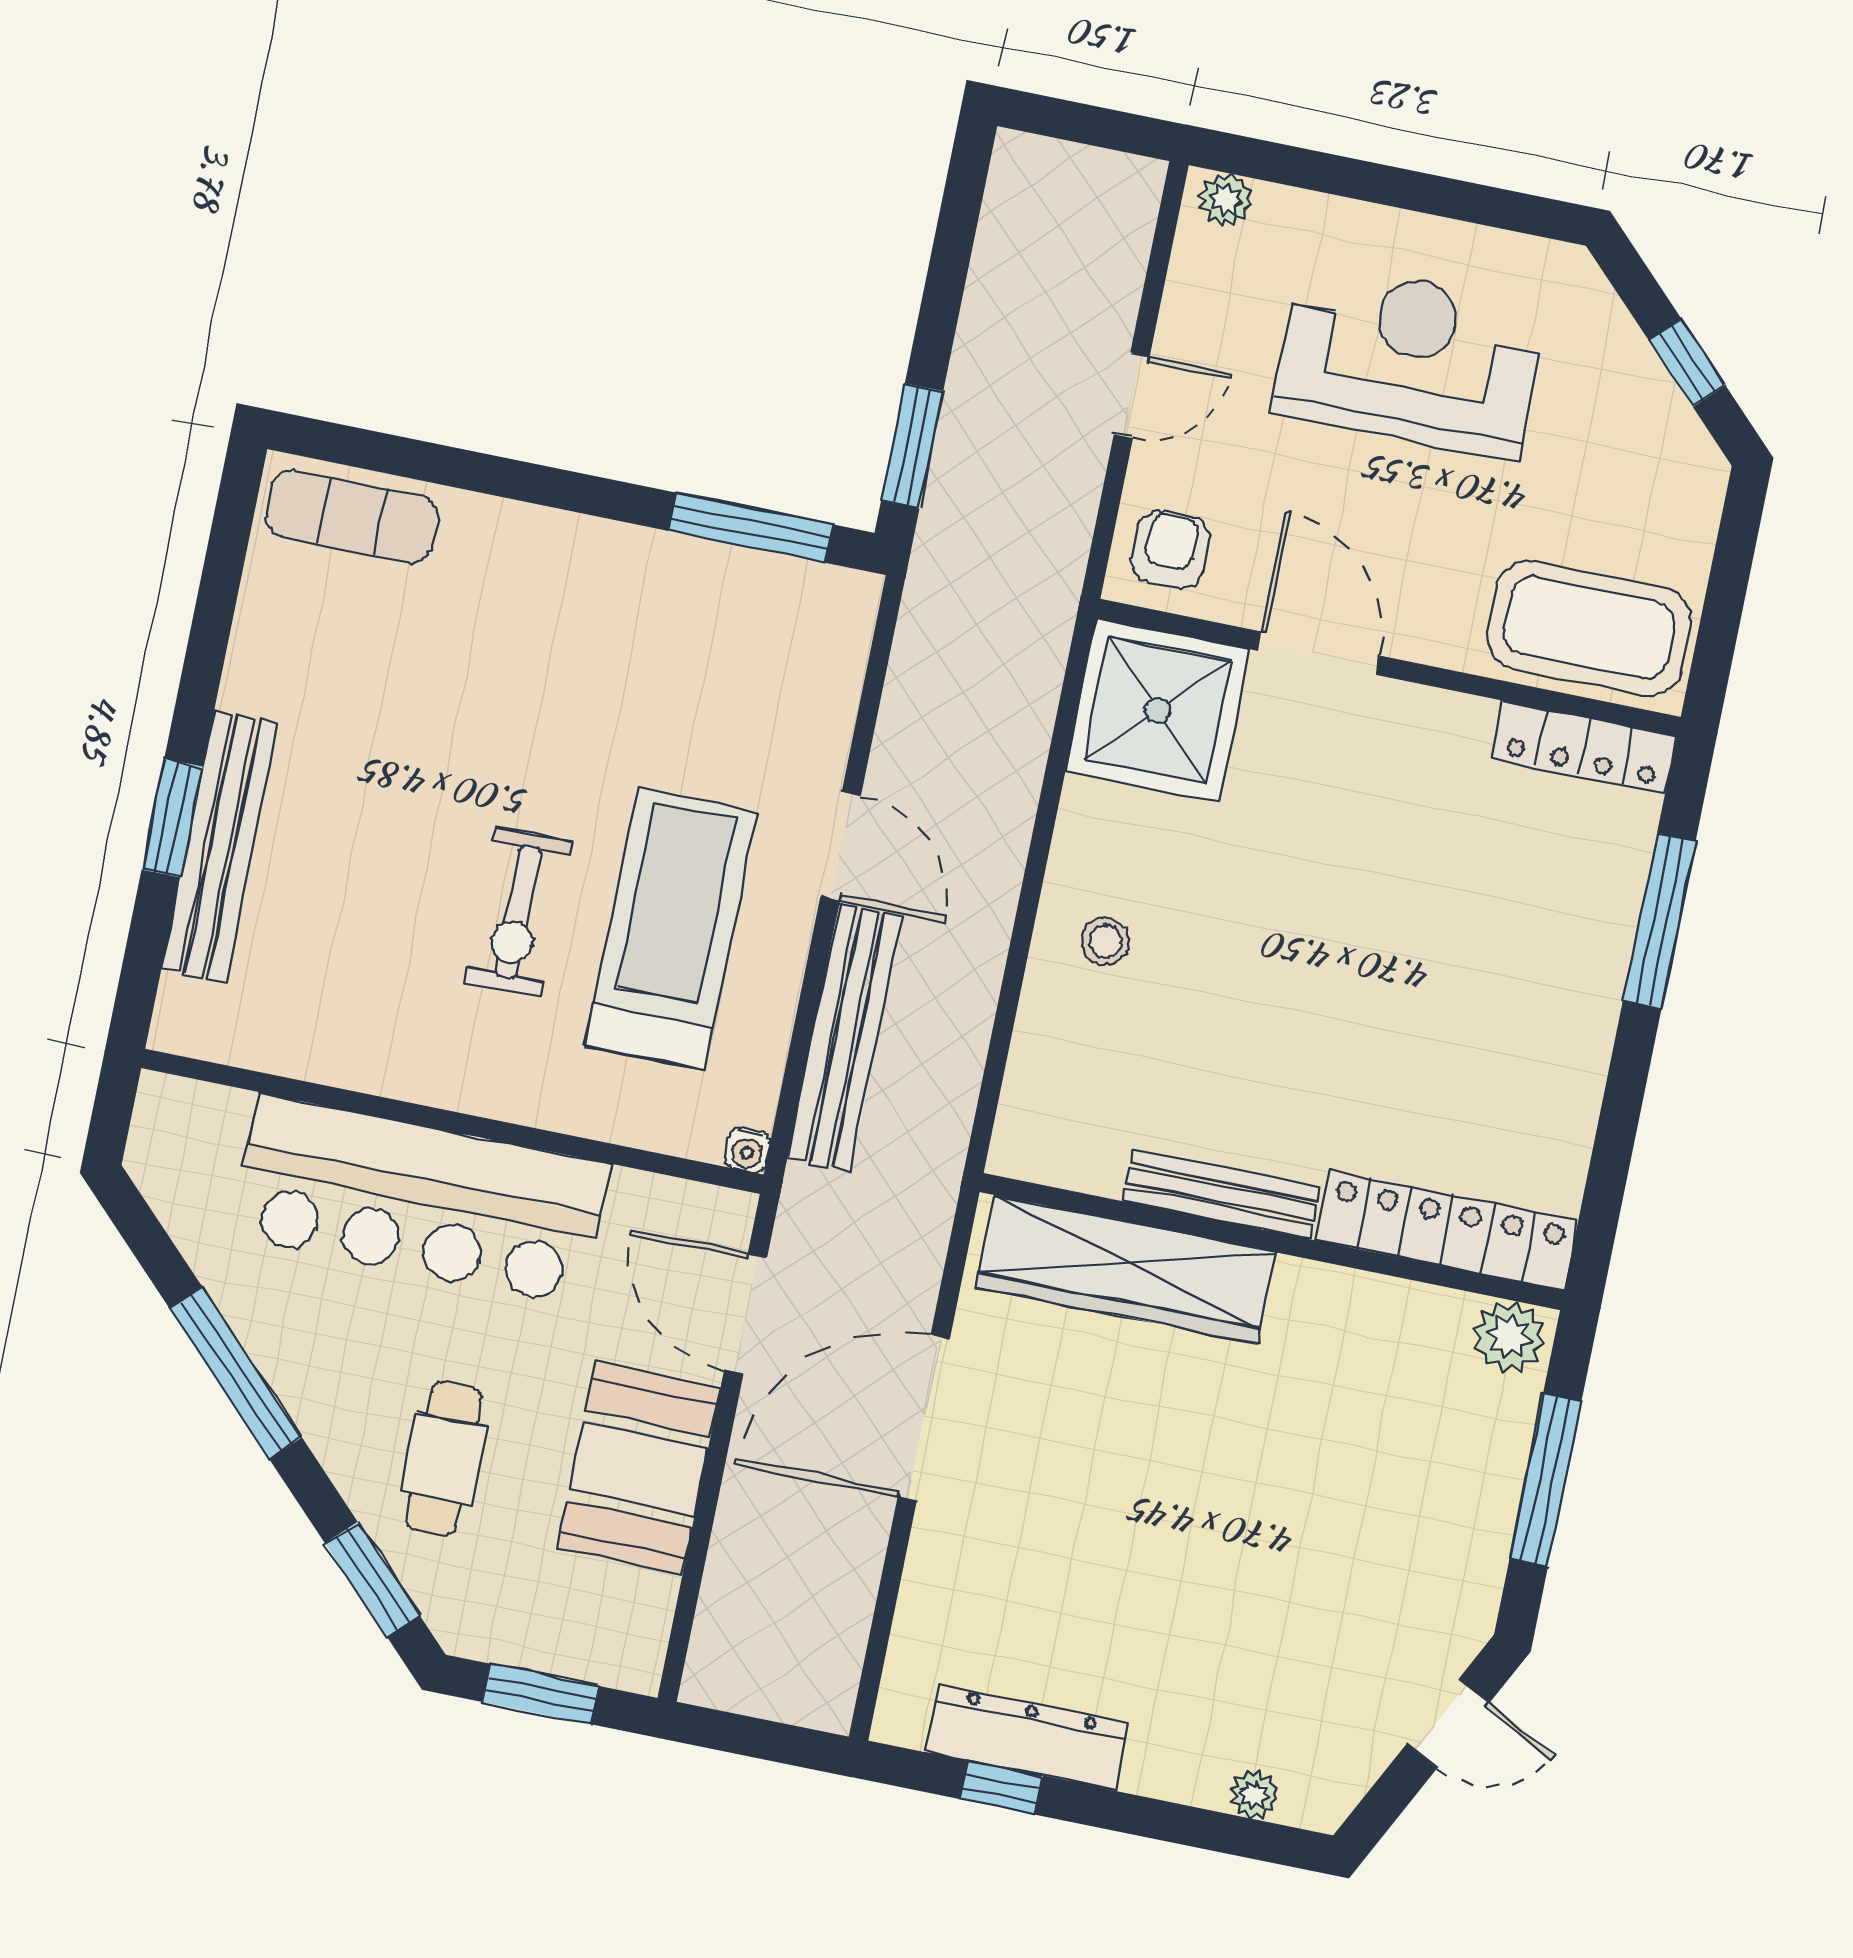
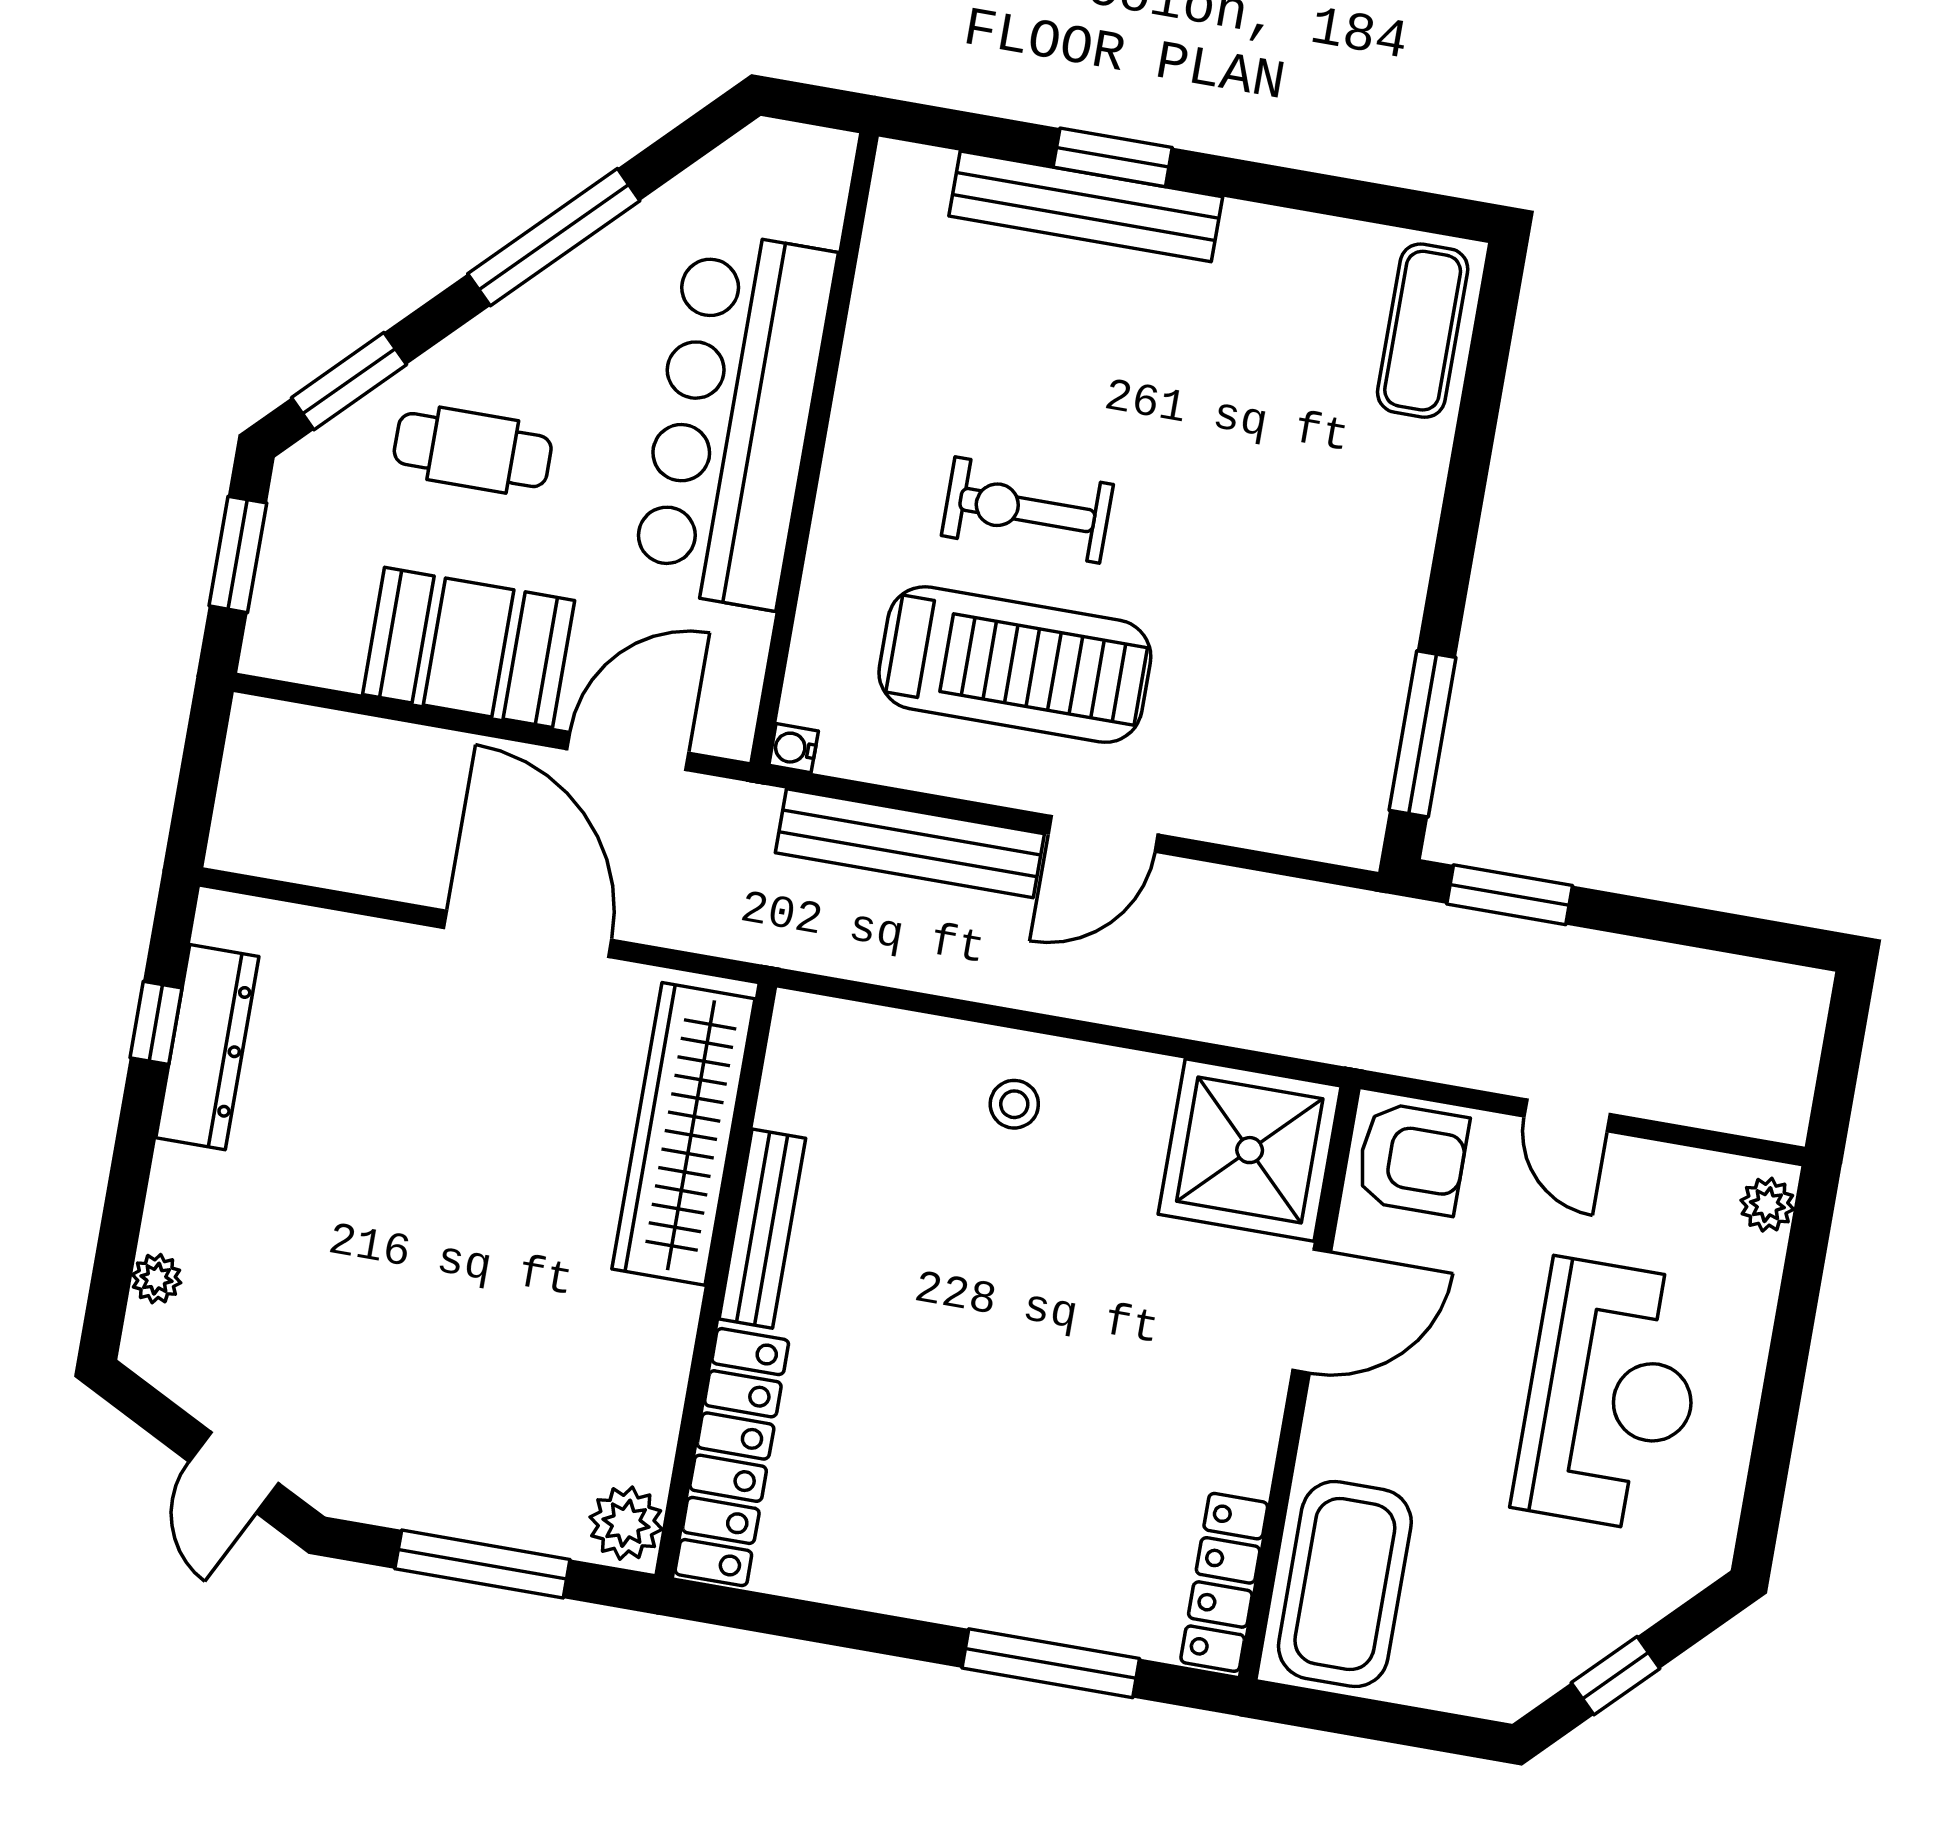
armchair: (1170, 550) -> (1412, 1159), width x1.38, depth x1.38

